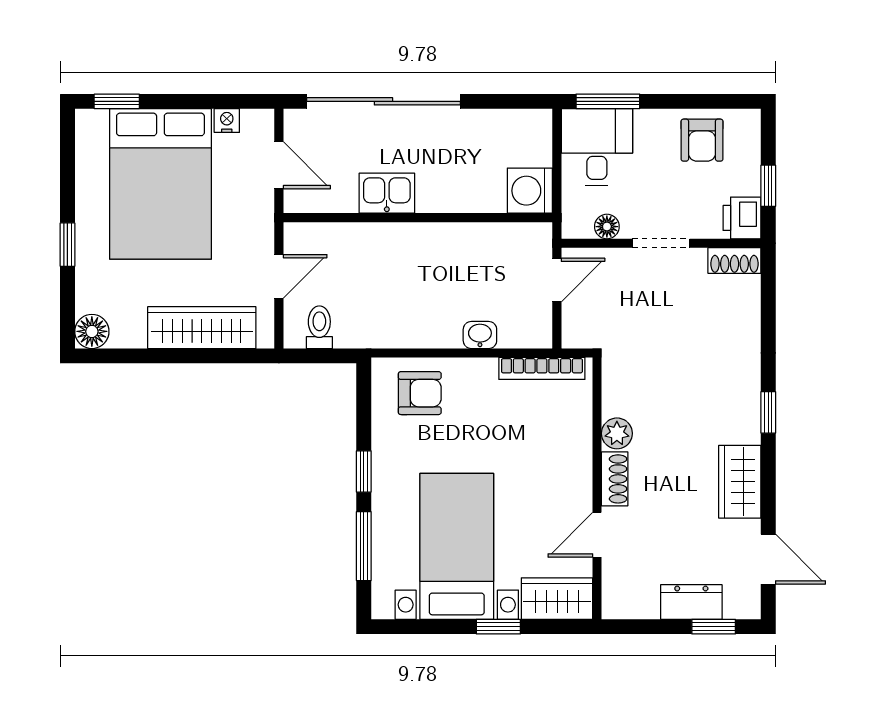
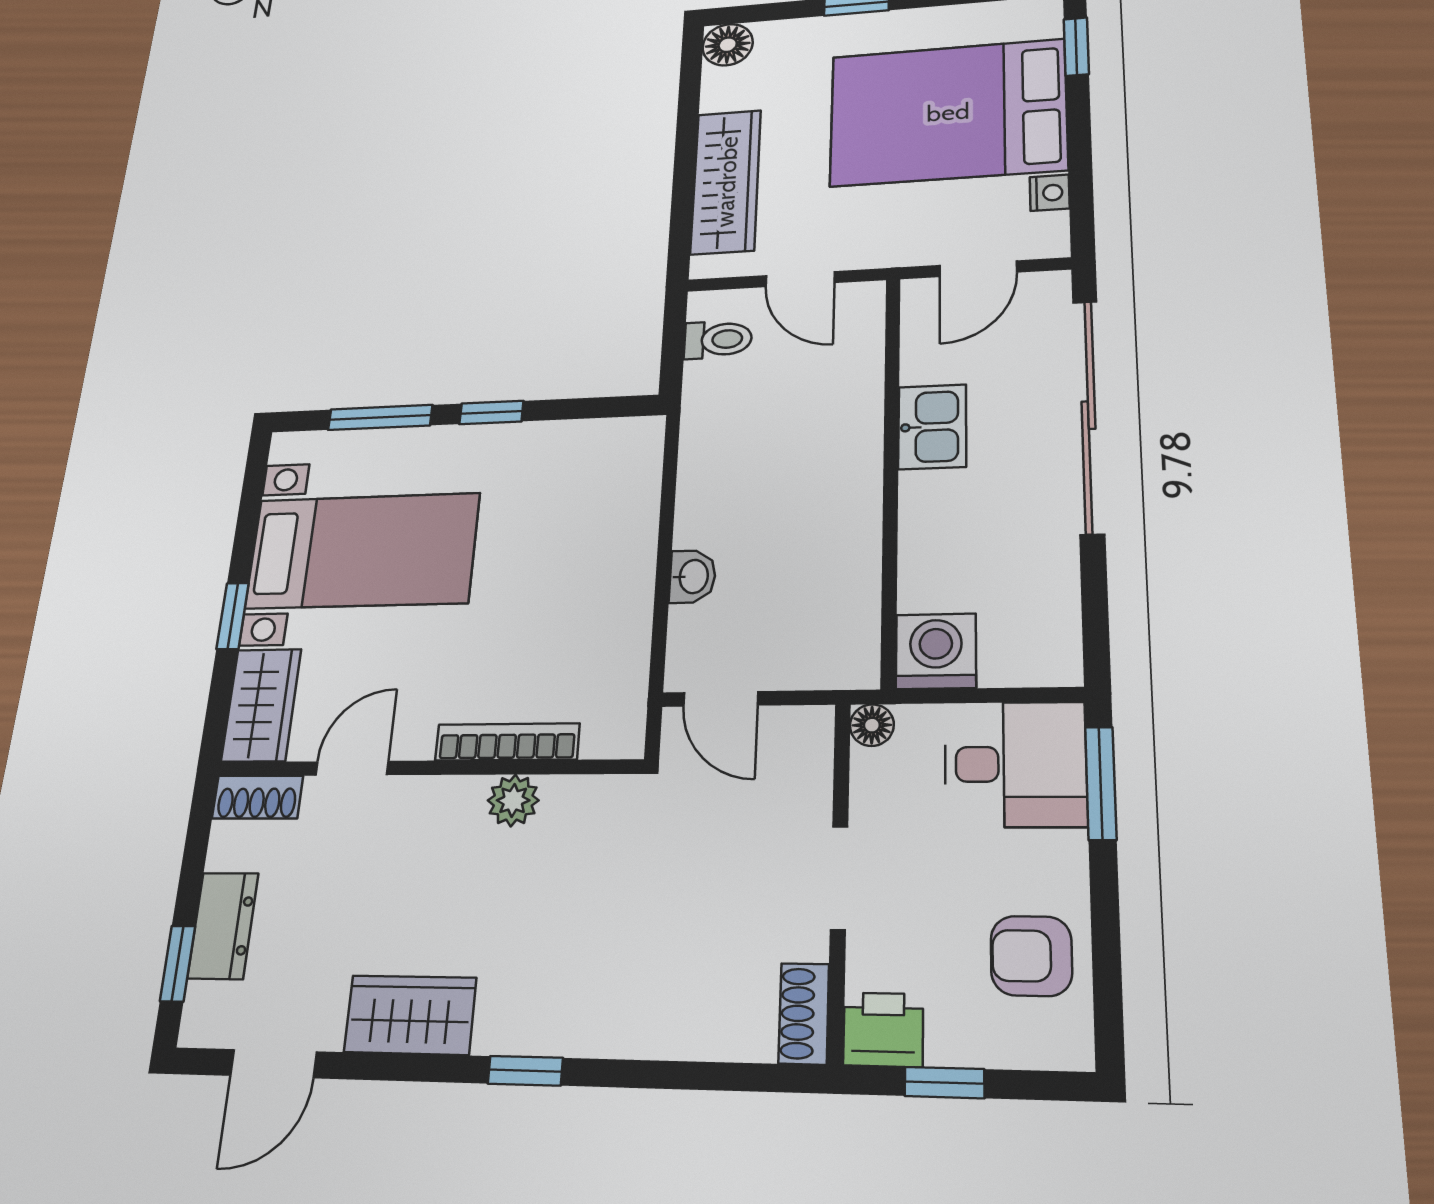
floor lamp: (607, 227) -> (872, 725), moved
door: (557, 280) -> (721, 699), moved
bookcase: (542, 368) -> (507, 742), moved, turned 90
armchair: (420, 393) -> (605, 488), removed
shoe rack: (615, 479) -> (257, 797), moved
door: (597, 535) -> (352, 768), hinge flipped

